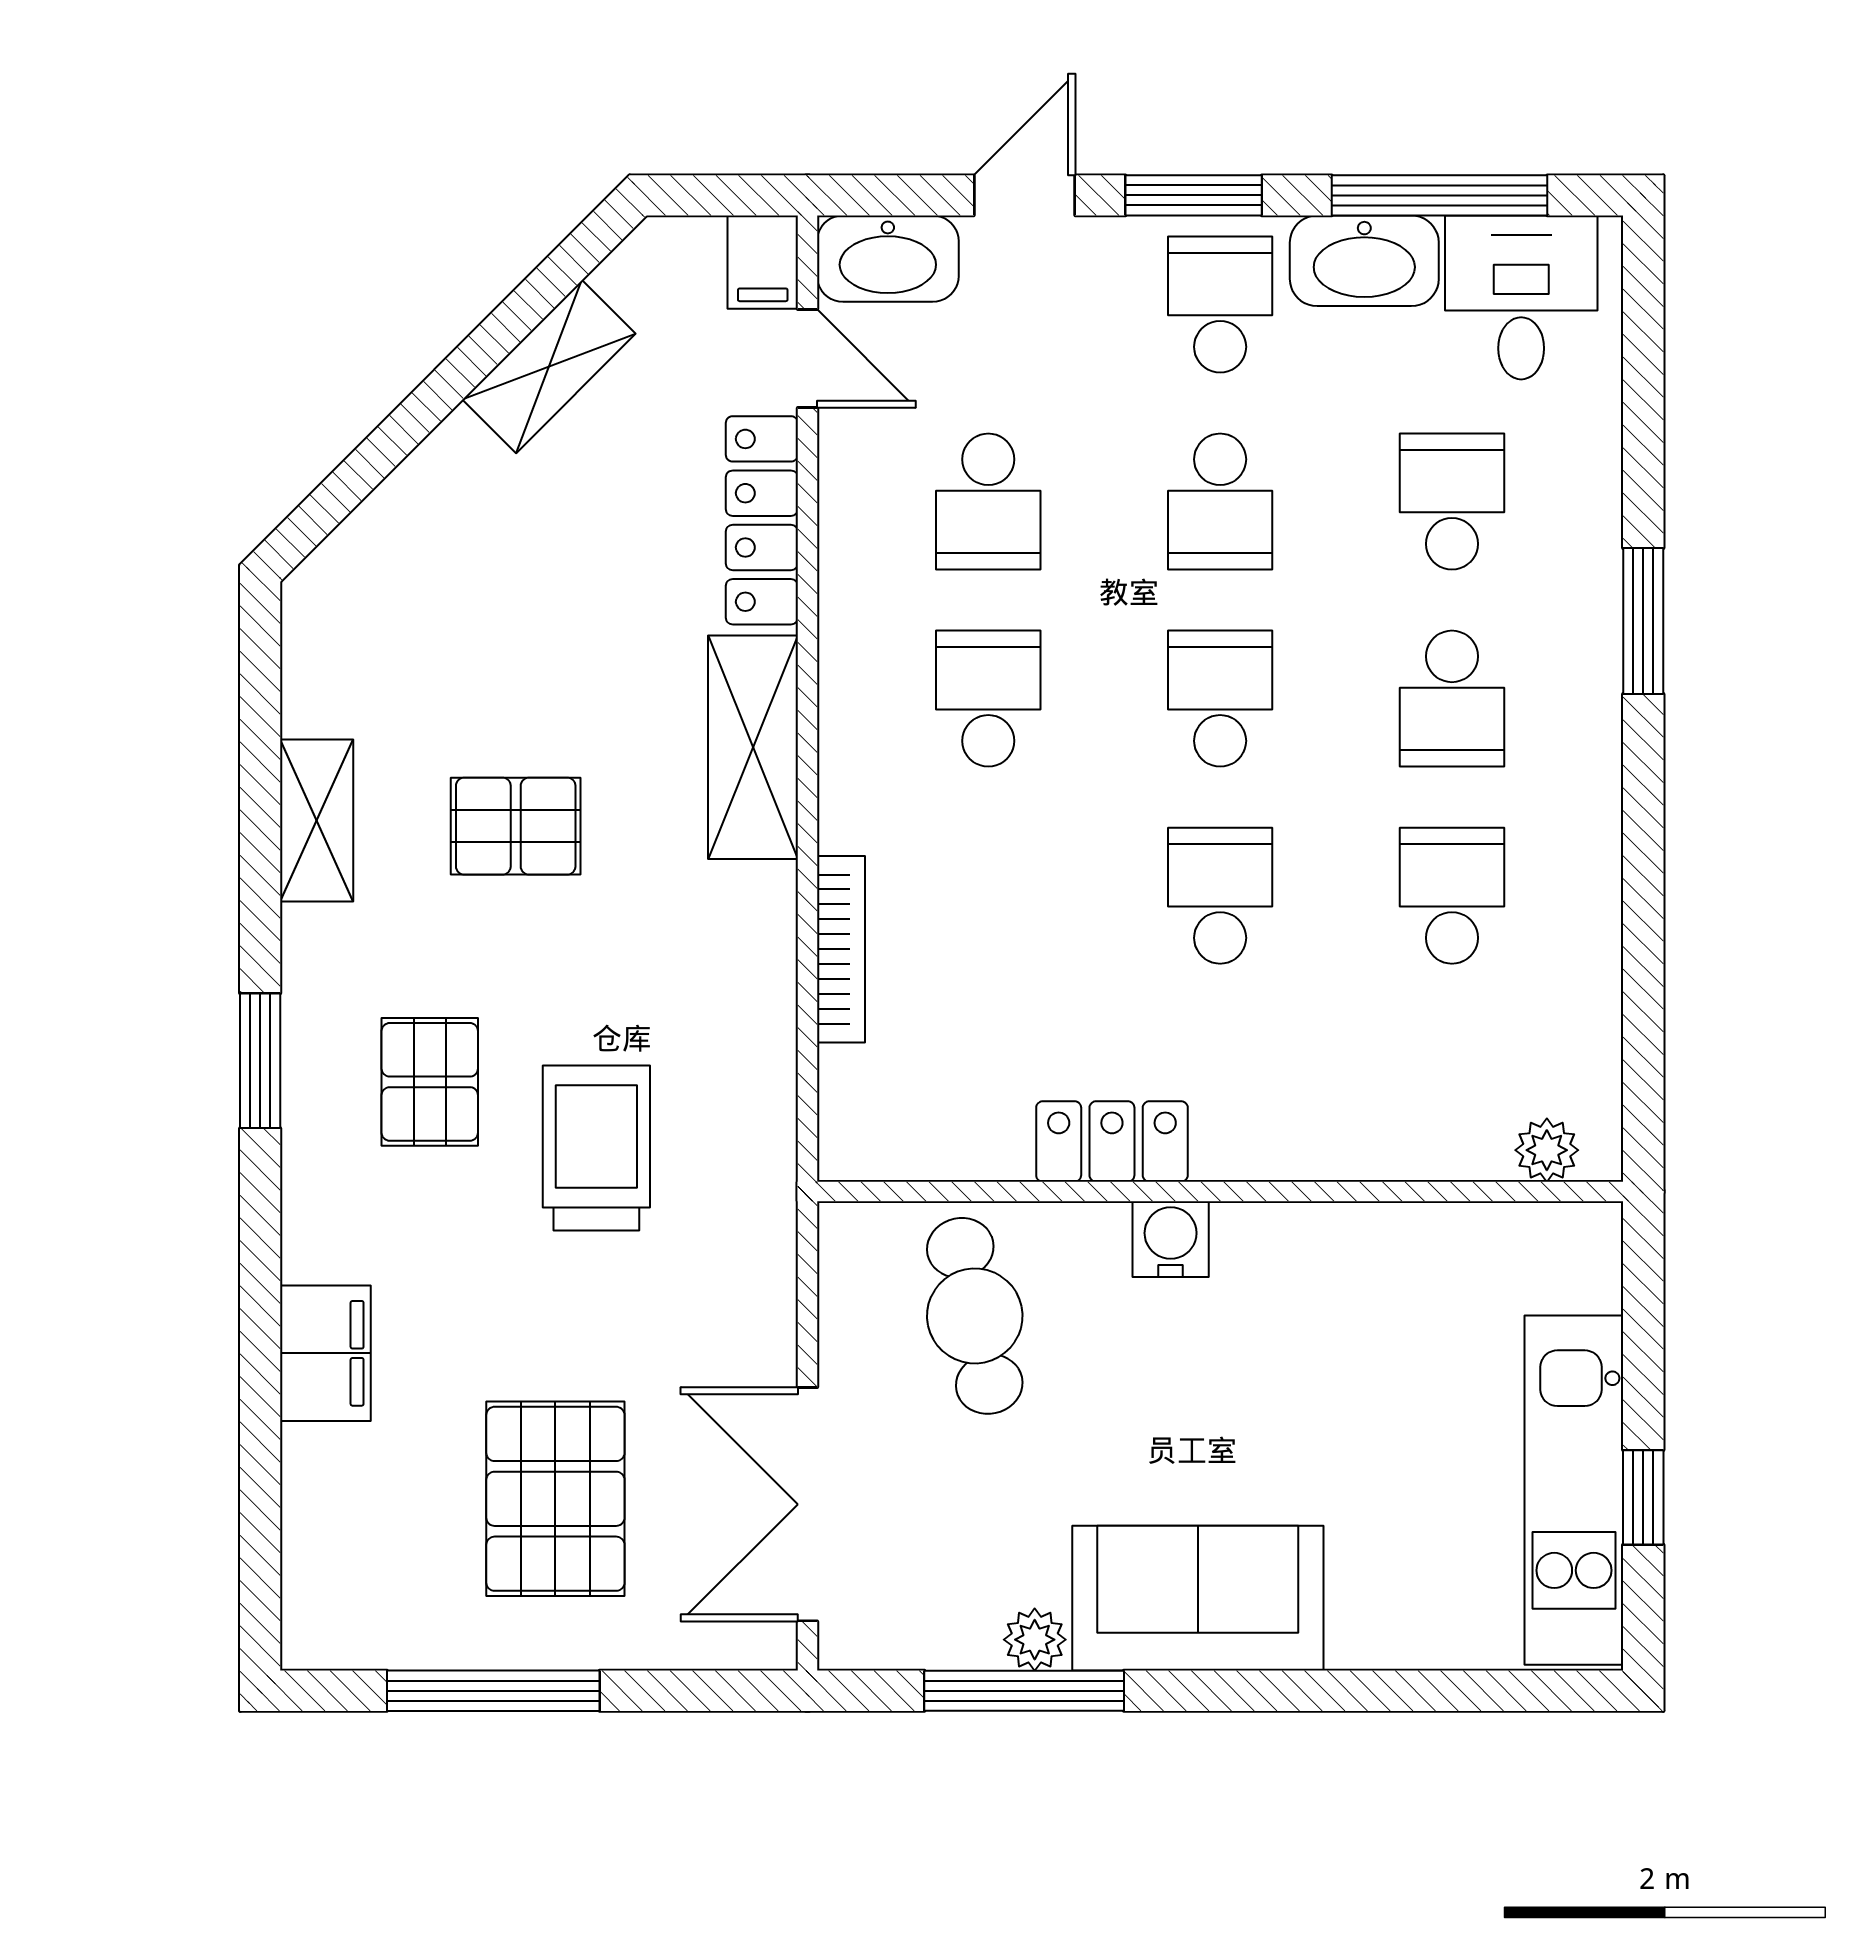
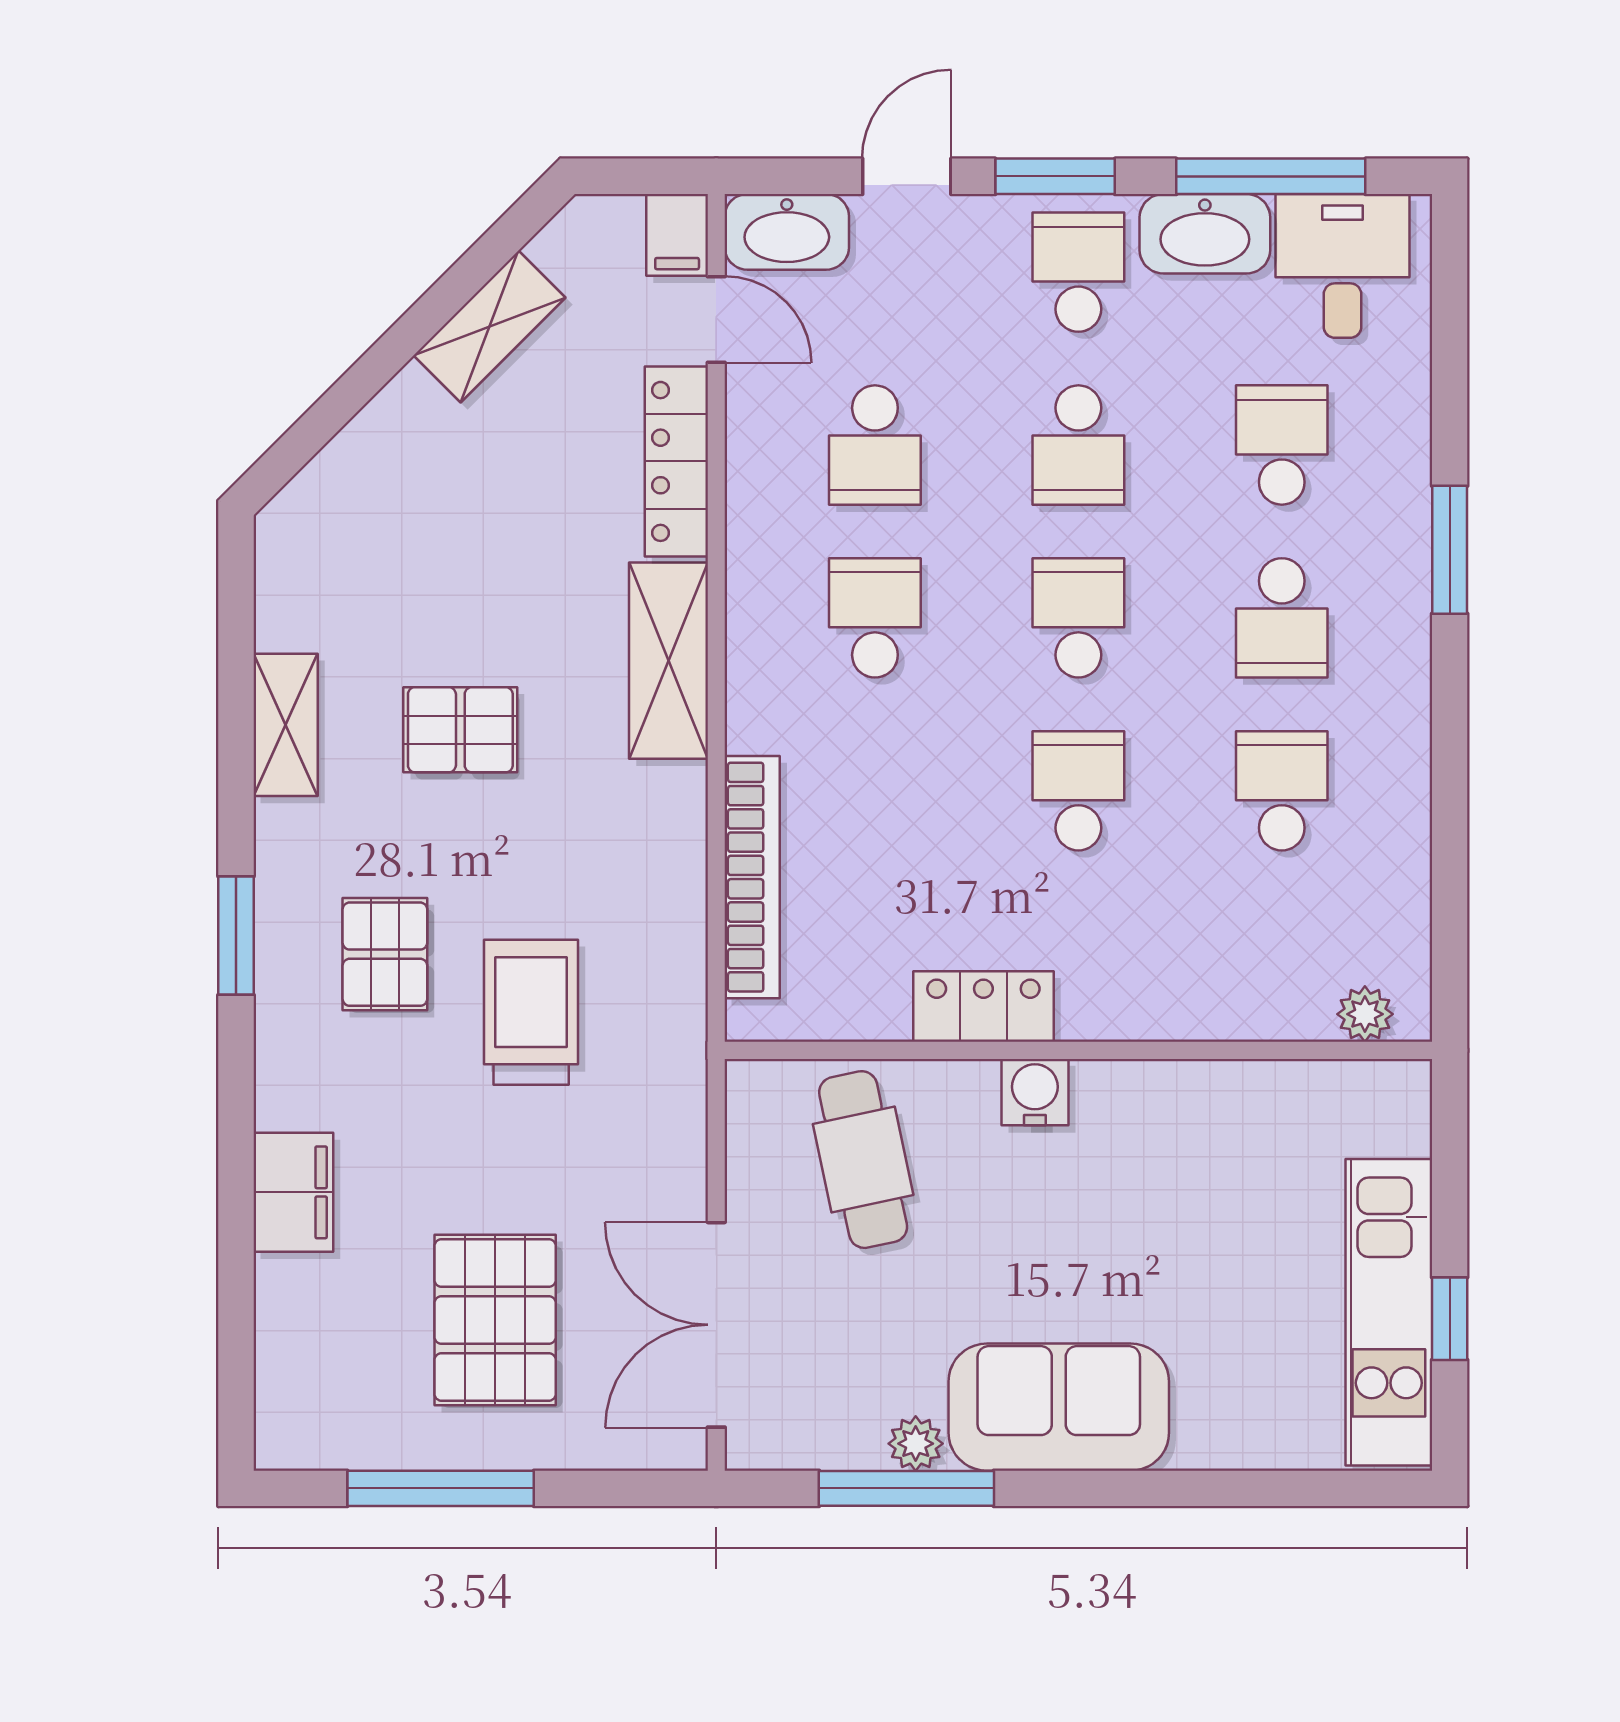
bookcase: (841, 949) -> (752, 877), width x1.48, depth x1.31

